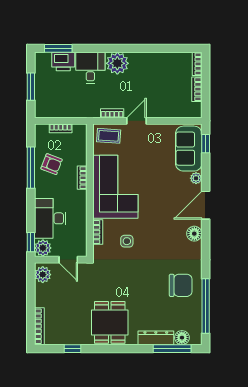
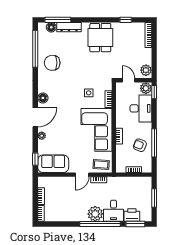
window: (110, 48) -> (100, 224), added
sofa: (189, 149) -> (53, 164), moved, turned -90

